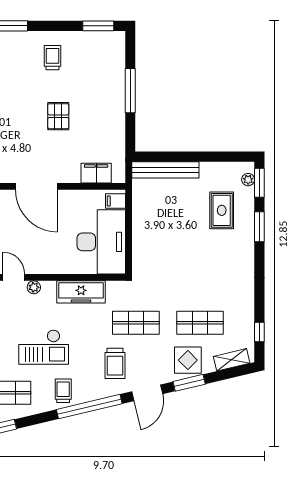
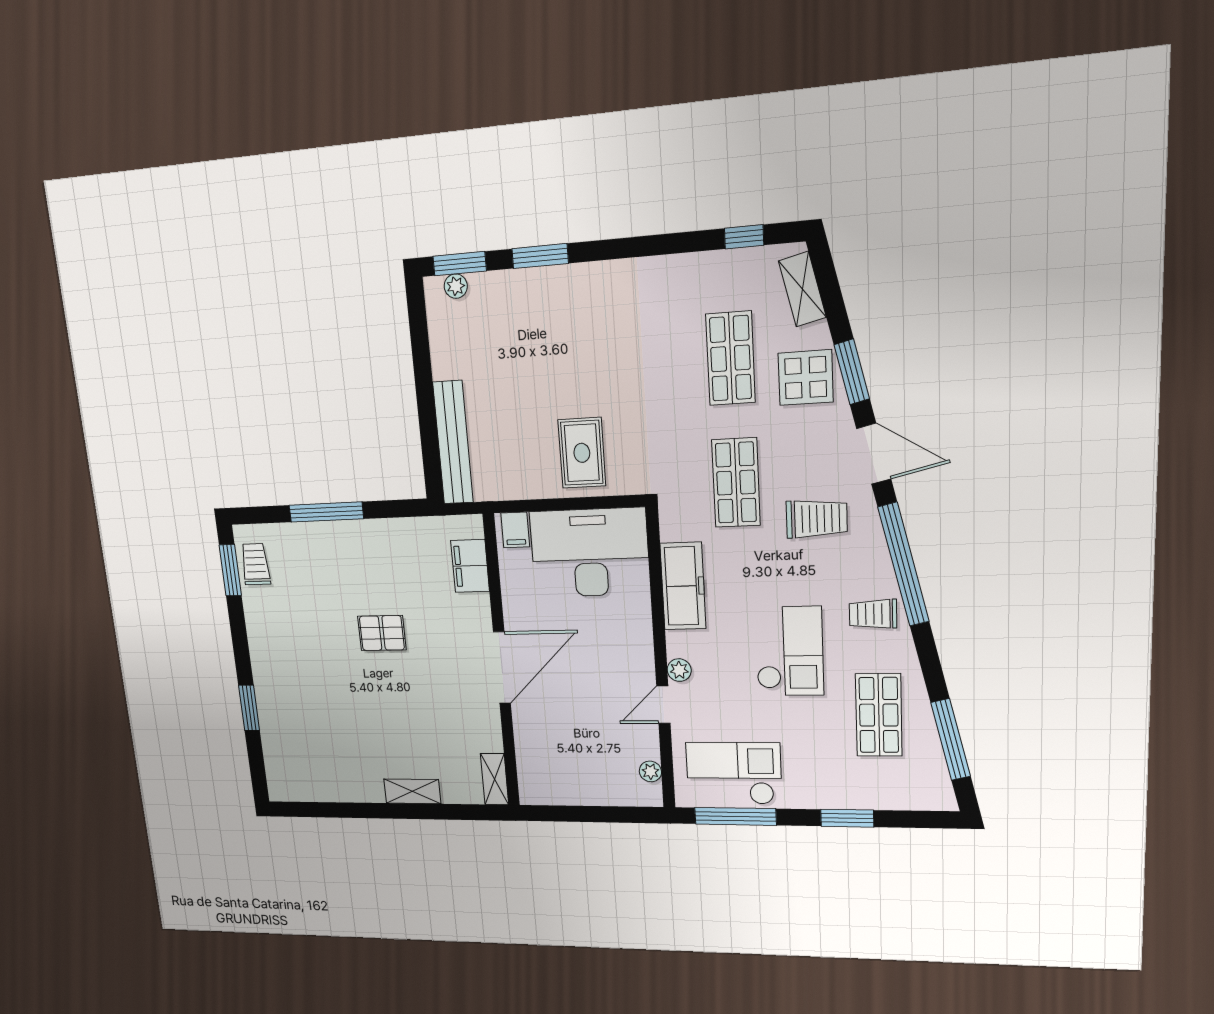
trolley: (53, 58) -> (255, 564), moved, turned 90
rug: (222, 210) -> (582, 453), moved, turned 90

